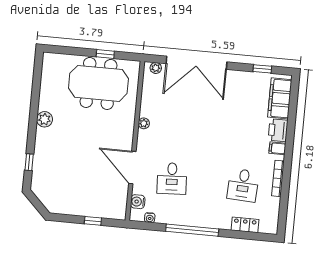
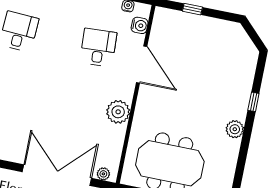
plant: (144, 123) -> (118, 112), width x1.88, depth x1.88
window: (29, 162) -> (253, 102), moved

